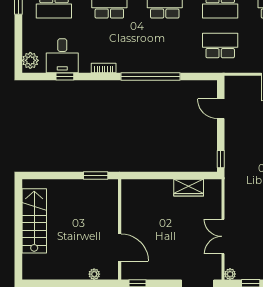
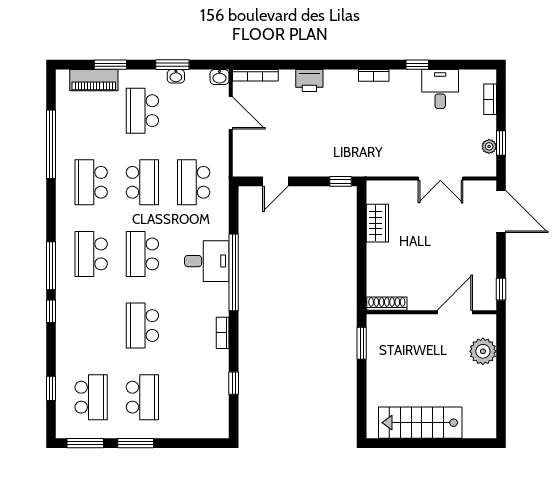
desk: (62, 56) -> (207, 261), moved
plant: (30, 60) -> (213, 428), removed
shoe rack: (126, 195) -> (387, 304), added
plant: (94, 274) -> (483, 351), width x1.87, depth x1.87
plant: (230, 274) -> (489, 146), moved

